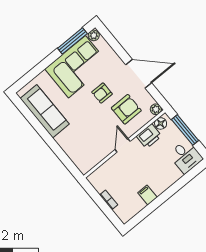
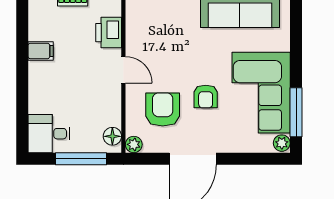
armchair: (102, 93) -> (206, 97), turned 180
armchair: (126, 109) -> (163, 109), turned 180
printer: (149, 136) -> (109, 33), moved

